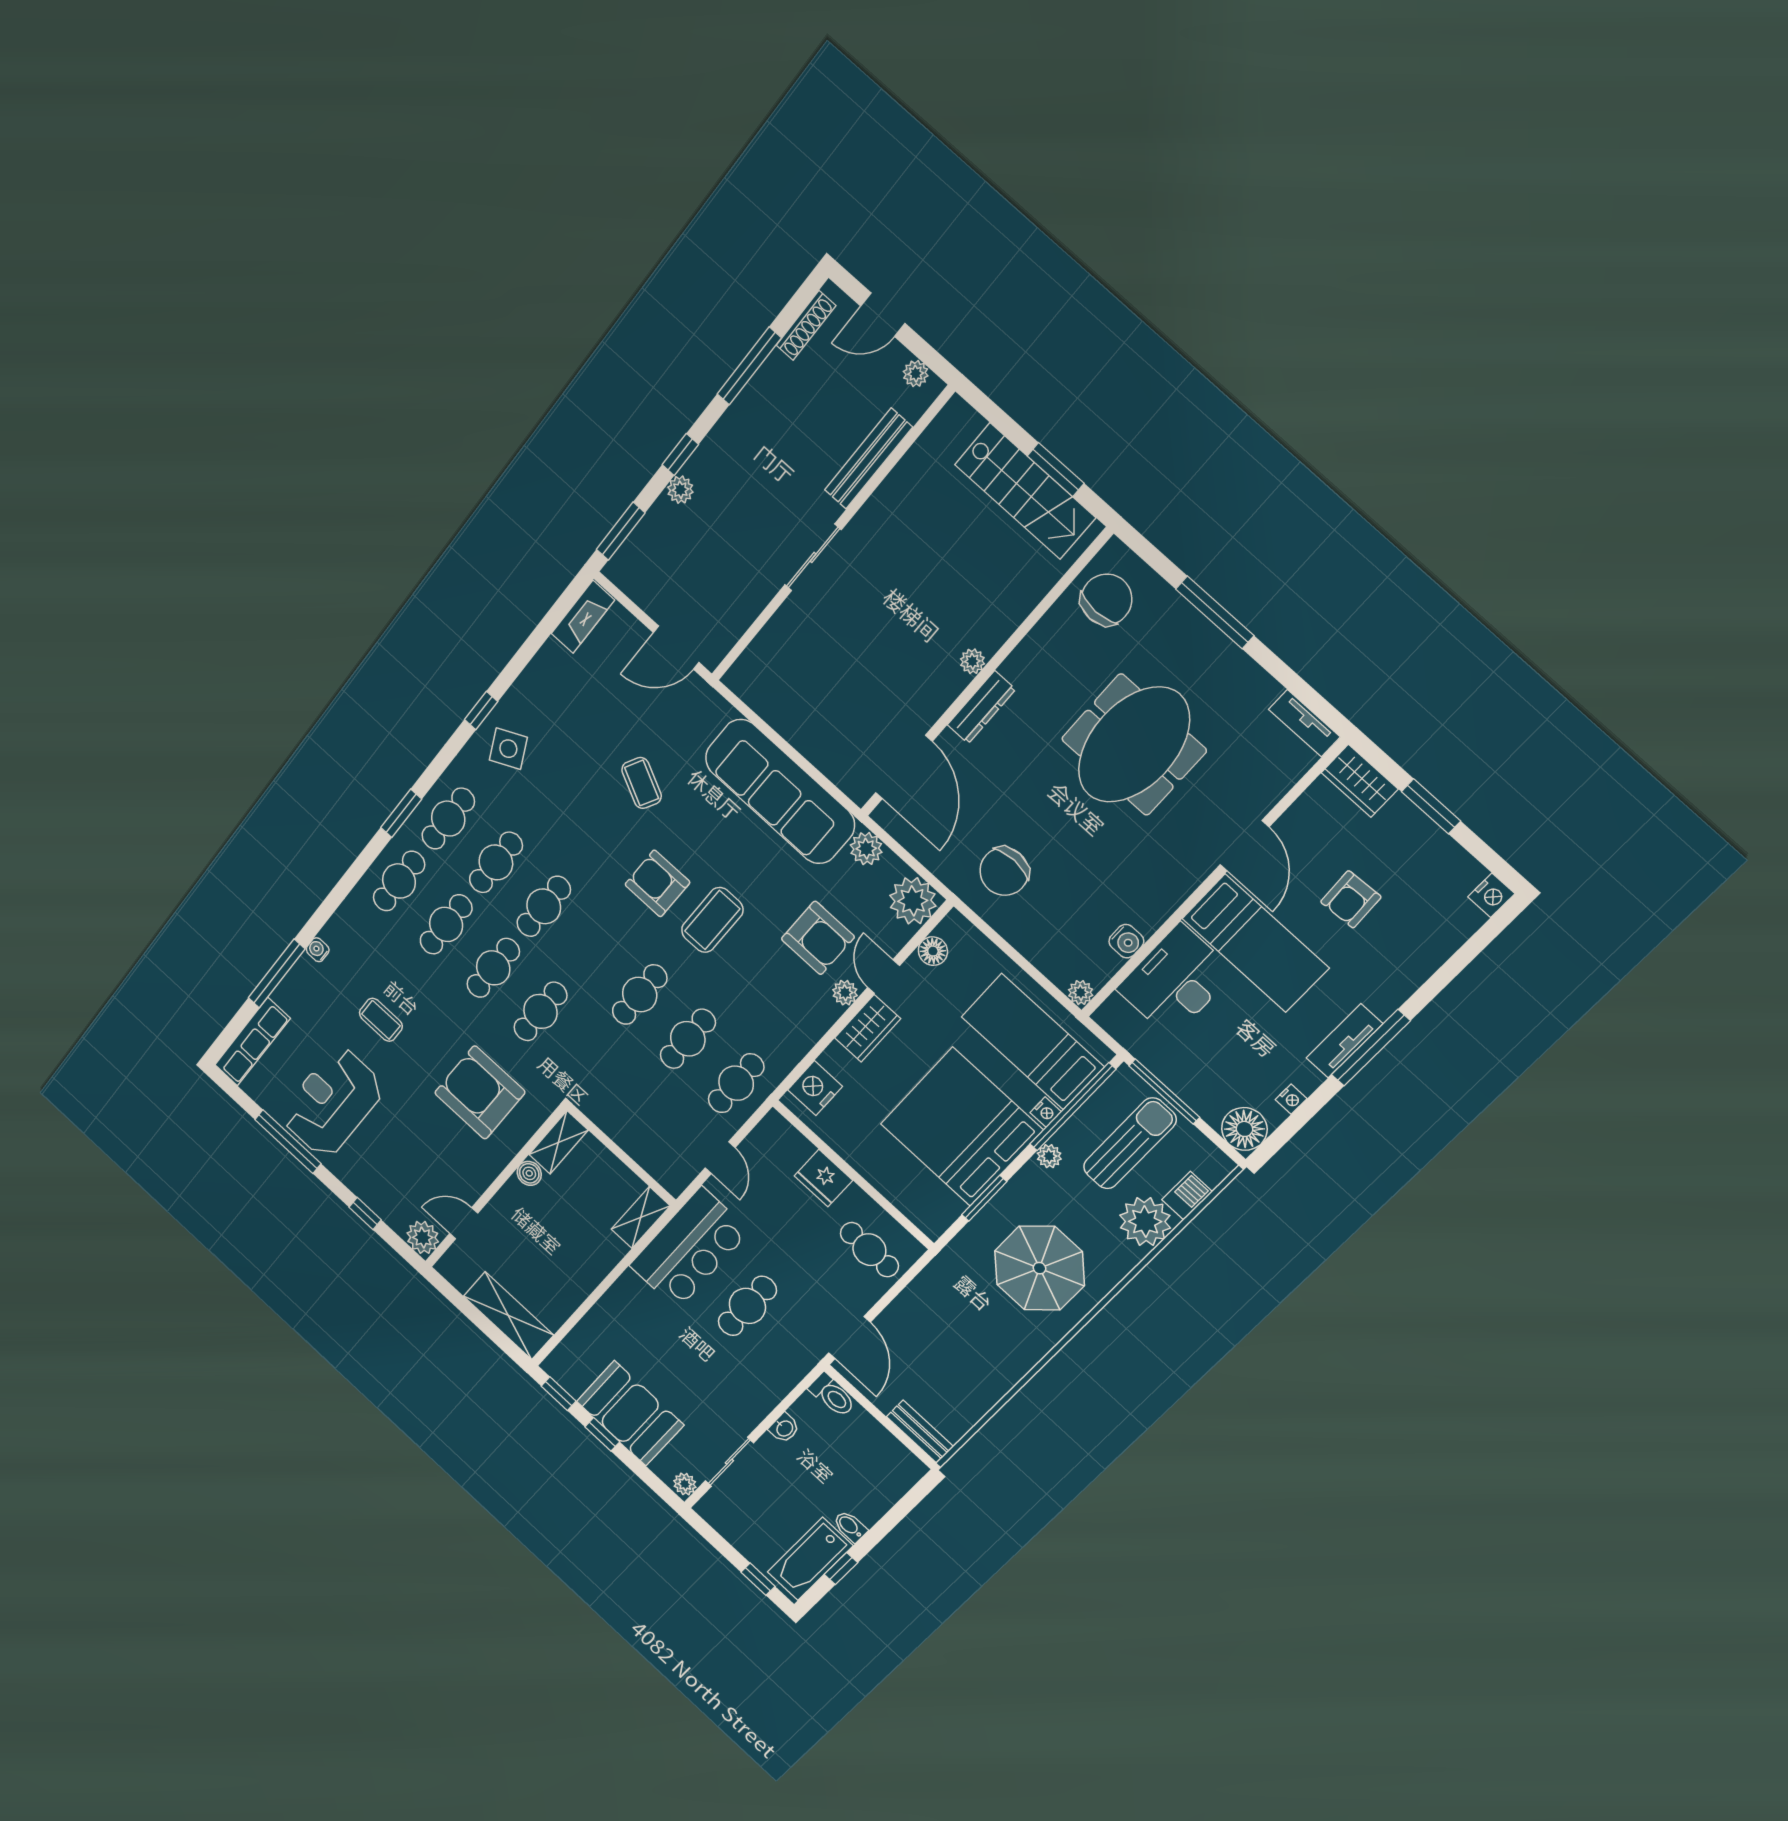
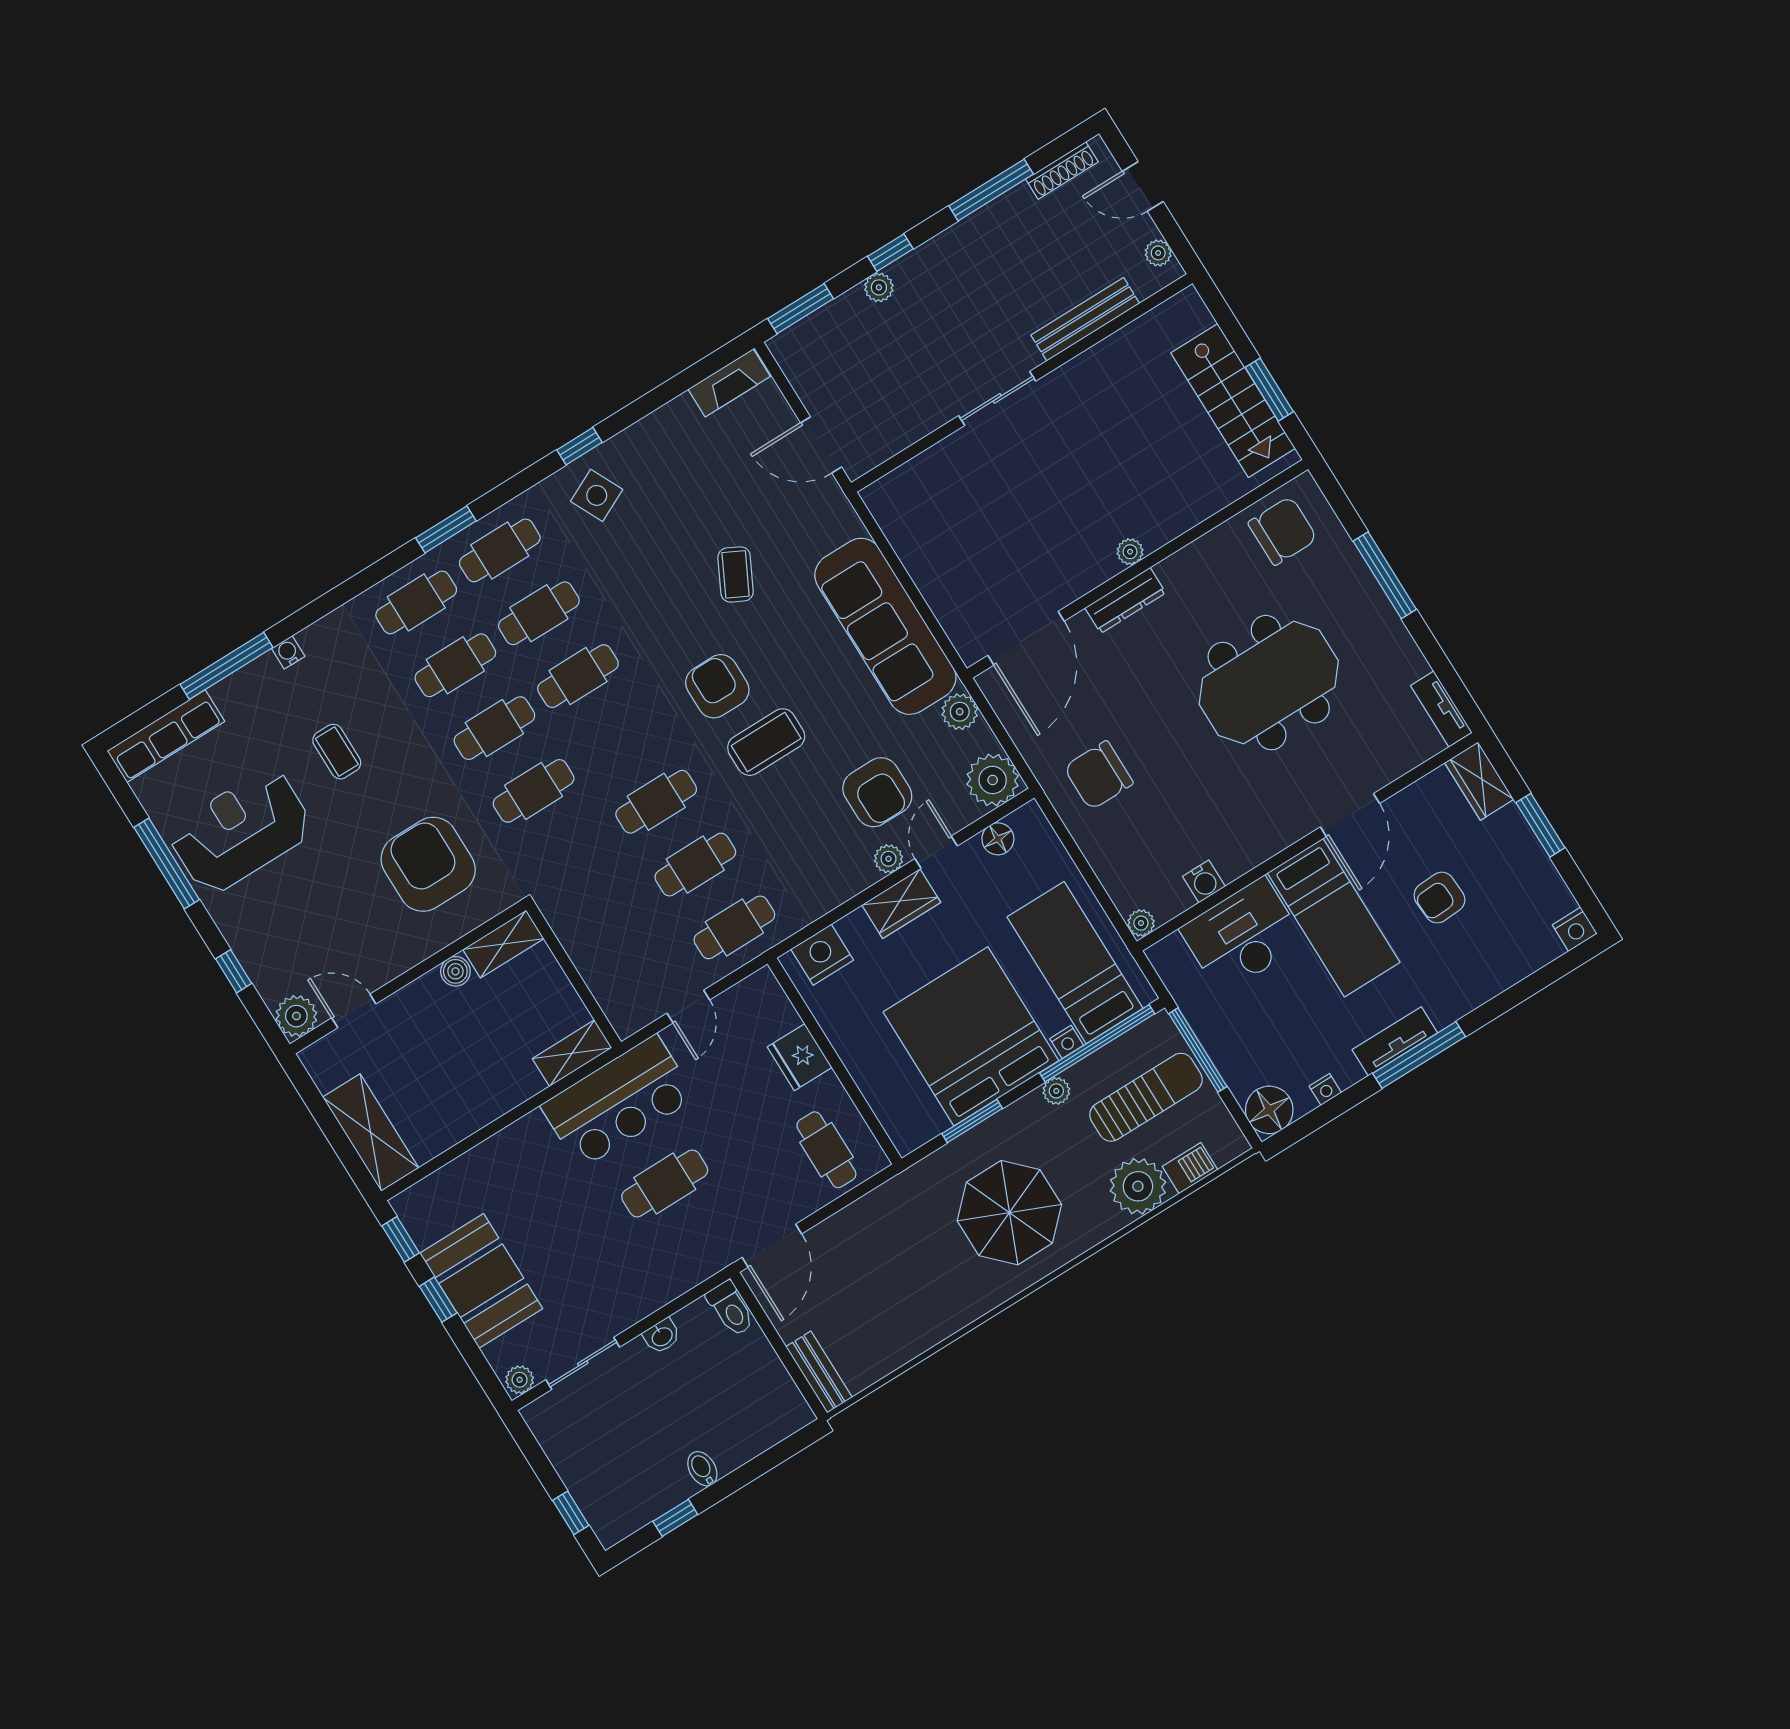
bathtub: (810, 1559) -> (642, 1499), removed

